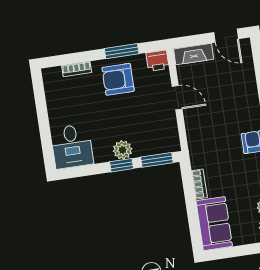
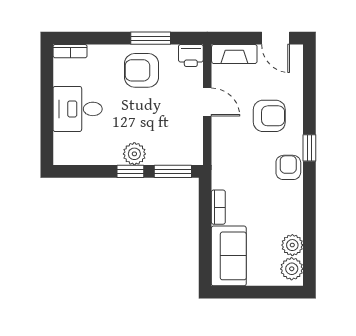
bookcase: (77, 69) -> (70, 51), moved
armchair: (231, 101) -> (269, 116), added
desk: (72, 146) -> (78, 109), moved, turned 90

